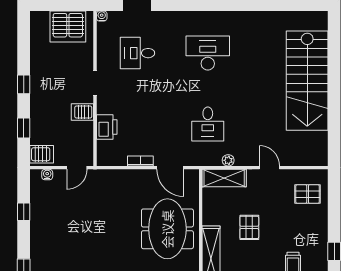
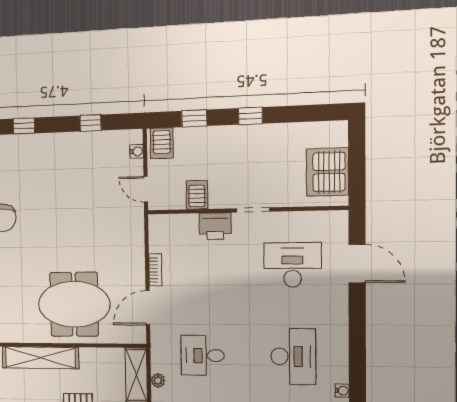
water cooler: (102, 16) -> (342, 391), moved
desk: (138, 53) -> (293, 265), width x1.37
server rack: (82, 112) -> (197, 195), moved
printer: (107, 127) -> (215, 226), moved

